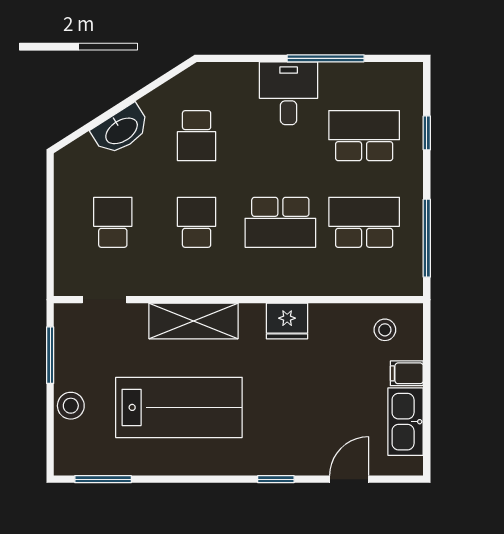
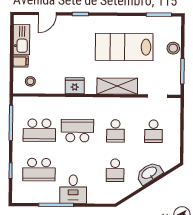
school desk: (197, 136) -> (115, 170), turned 180

